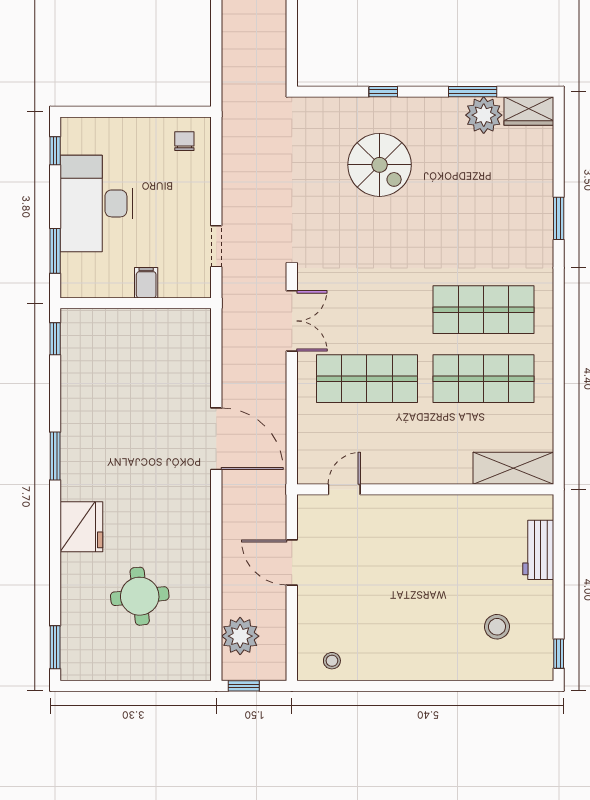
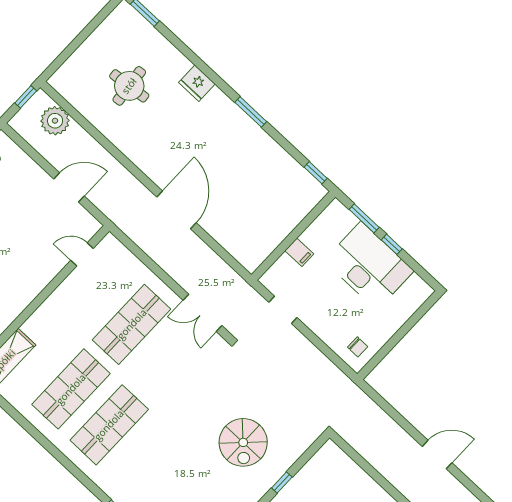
window: (55, 151) -> (392, 244), moved
spiral stairs: (380, 165) -> (243, 442), turned -90
door: (216, 439) -> (177, 210), swing flipped
door: (344, 489) -> (82, 254), swing flipped
fridge: (81, 527) -> (197, 83), width x0.73, depth x0.75

